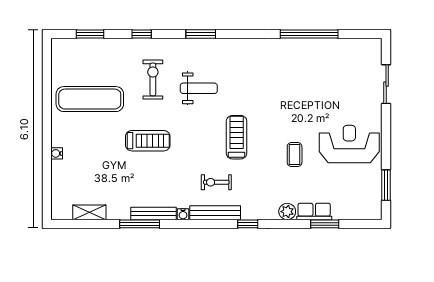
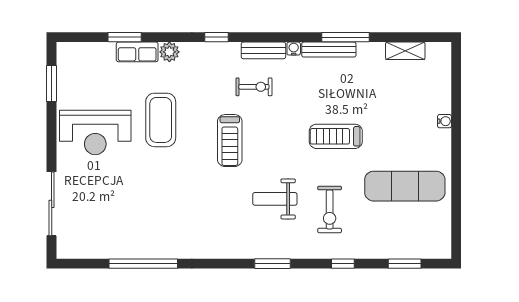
sliding door: (386, 84) -> (52, 204), width x1.37
coffee table: (295, 154) -> (161, 120), width x1.86, depth x1.72
bench: (215, 213) -> (263, 50), width x0.73

